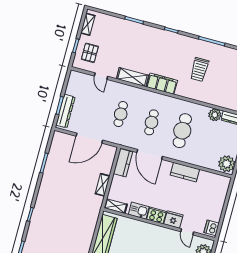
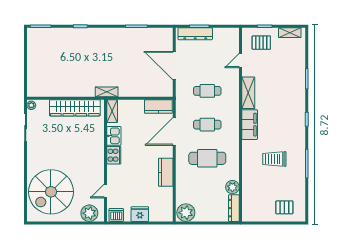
shelving: (103, 185) -> (107, 92), moved
fridge: (173, 219) -> (140, 214), moved, turned -90

